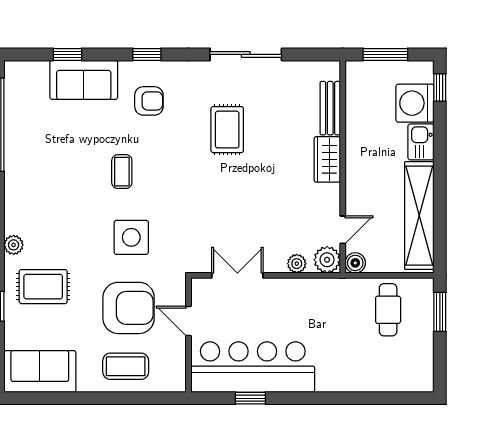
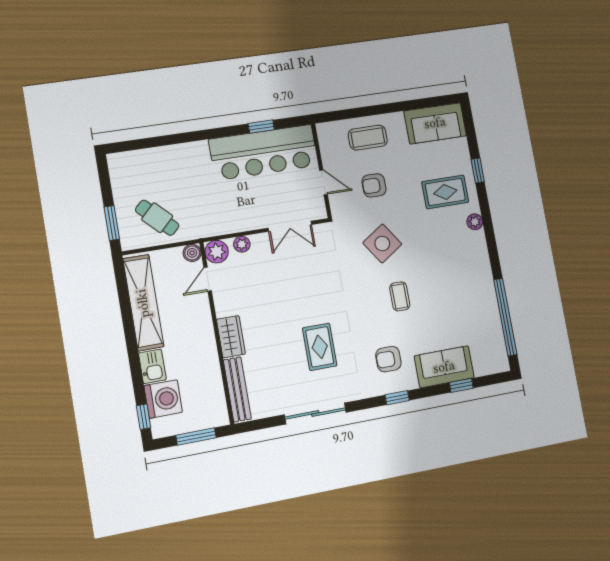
bench: (330, 108) -> (237, 389), width x1.36
side table: (131, 237) -> (382, 243), turned -34
armchair: (129, 308) -> (374, 185), width x0.53, depth x0.53
cafe table: (388, 310) -> (157, 218), turned -45

